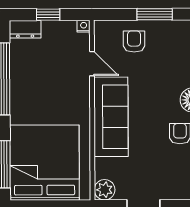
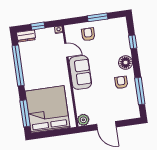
sofa: (111, 117) -> (80, 72), width x0.73

